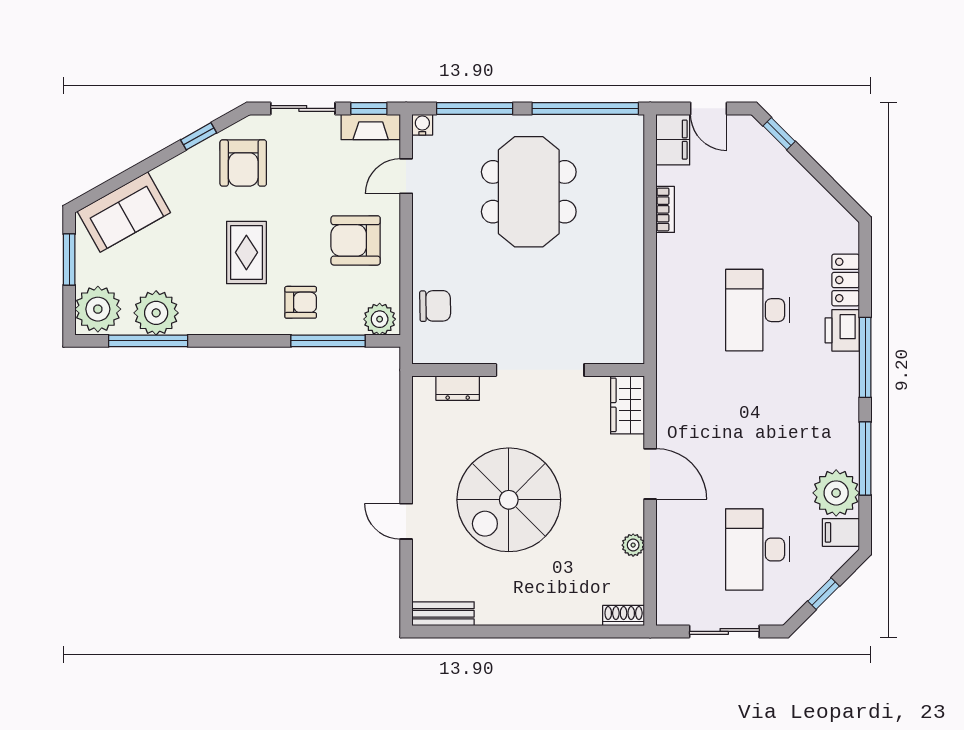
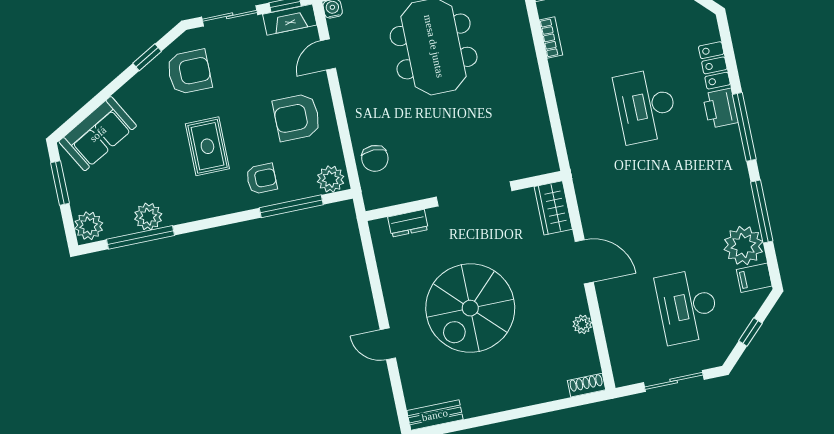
armchair: (243, 163) -> (189, 72), turned -90
chair: (435, 306) -> (375, 158), turned 91
plant: (98, 309) -> (89, 226), width x0.73, depth x0.73
plant: (156, 313) -> (148, 217), width x0.73, depth x0.73

